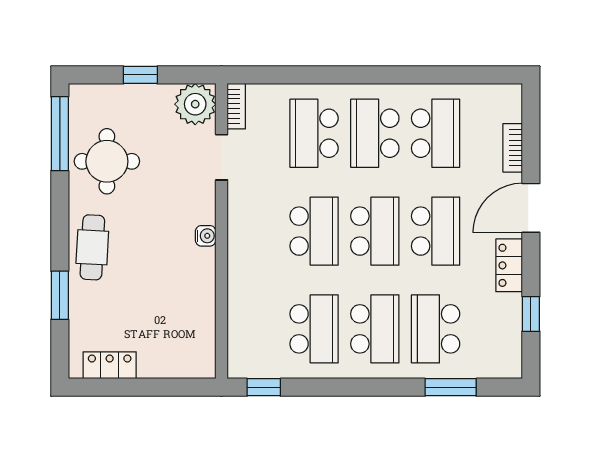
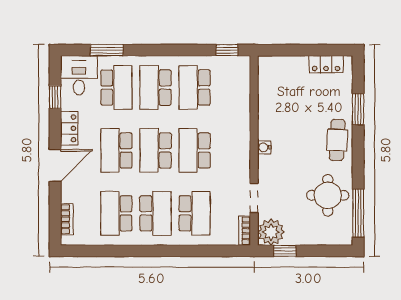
window: (140, 75) -> (285, 251), moved
bookcase: (513, 148) -> (67, 219), moved
desk: (494, 348) -> (79, 75), added

